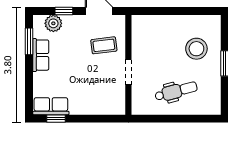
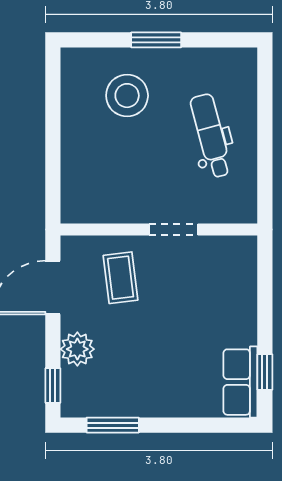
window: (64, 11) -> (53, 386), moved
plant: (53, 23) -> (77, 349), moved
row of seats: (41, 55) -> (140, 402), removed

